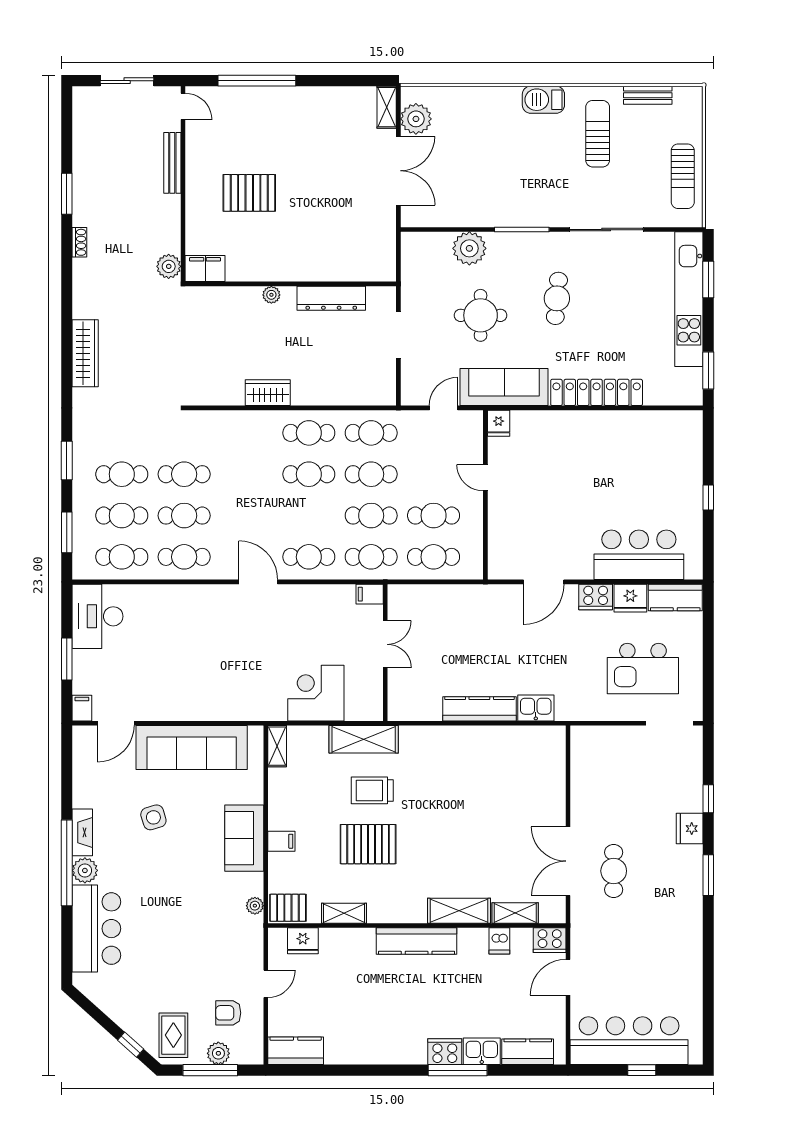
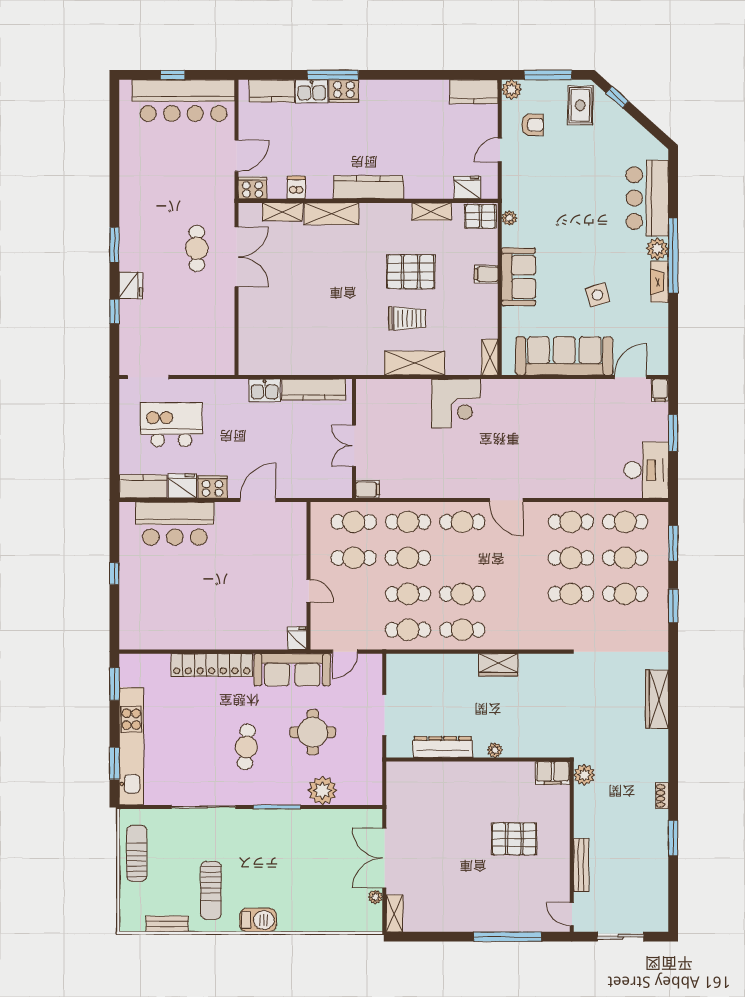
plant: (416, 119) -> (375, 897), width x0.53, depth x0.53
filing cabinet: (370, 594) -> (368, 489), moved
double door: (385, 644) -> (354, 446), moved
wall: (385, 653) -> (354, 439), moved
plant: (218, 1053) -> (512, 90), moved

